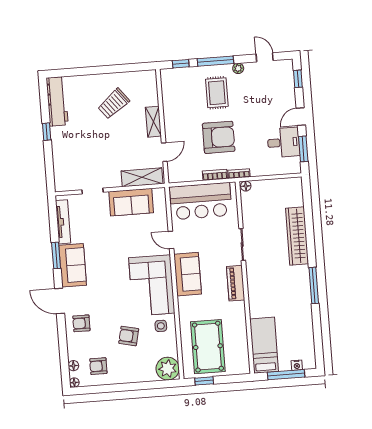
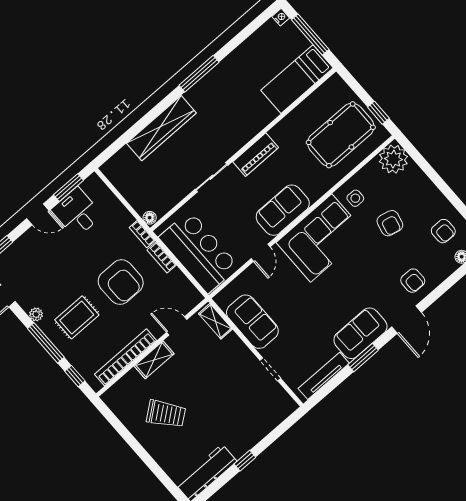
bookcase: (169, 105) -> (125, 357), added
armchair: (219, 137) -> (121, 282), turned 180
shelving: (142, 177) -> (215, 321), width x0.67, depth x0.75
nightstand: (297, 365) -> (281, 17), moved

